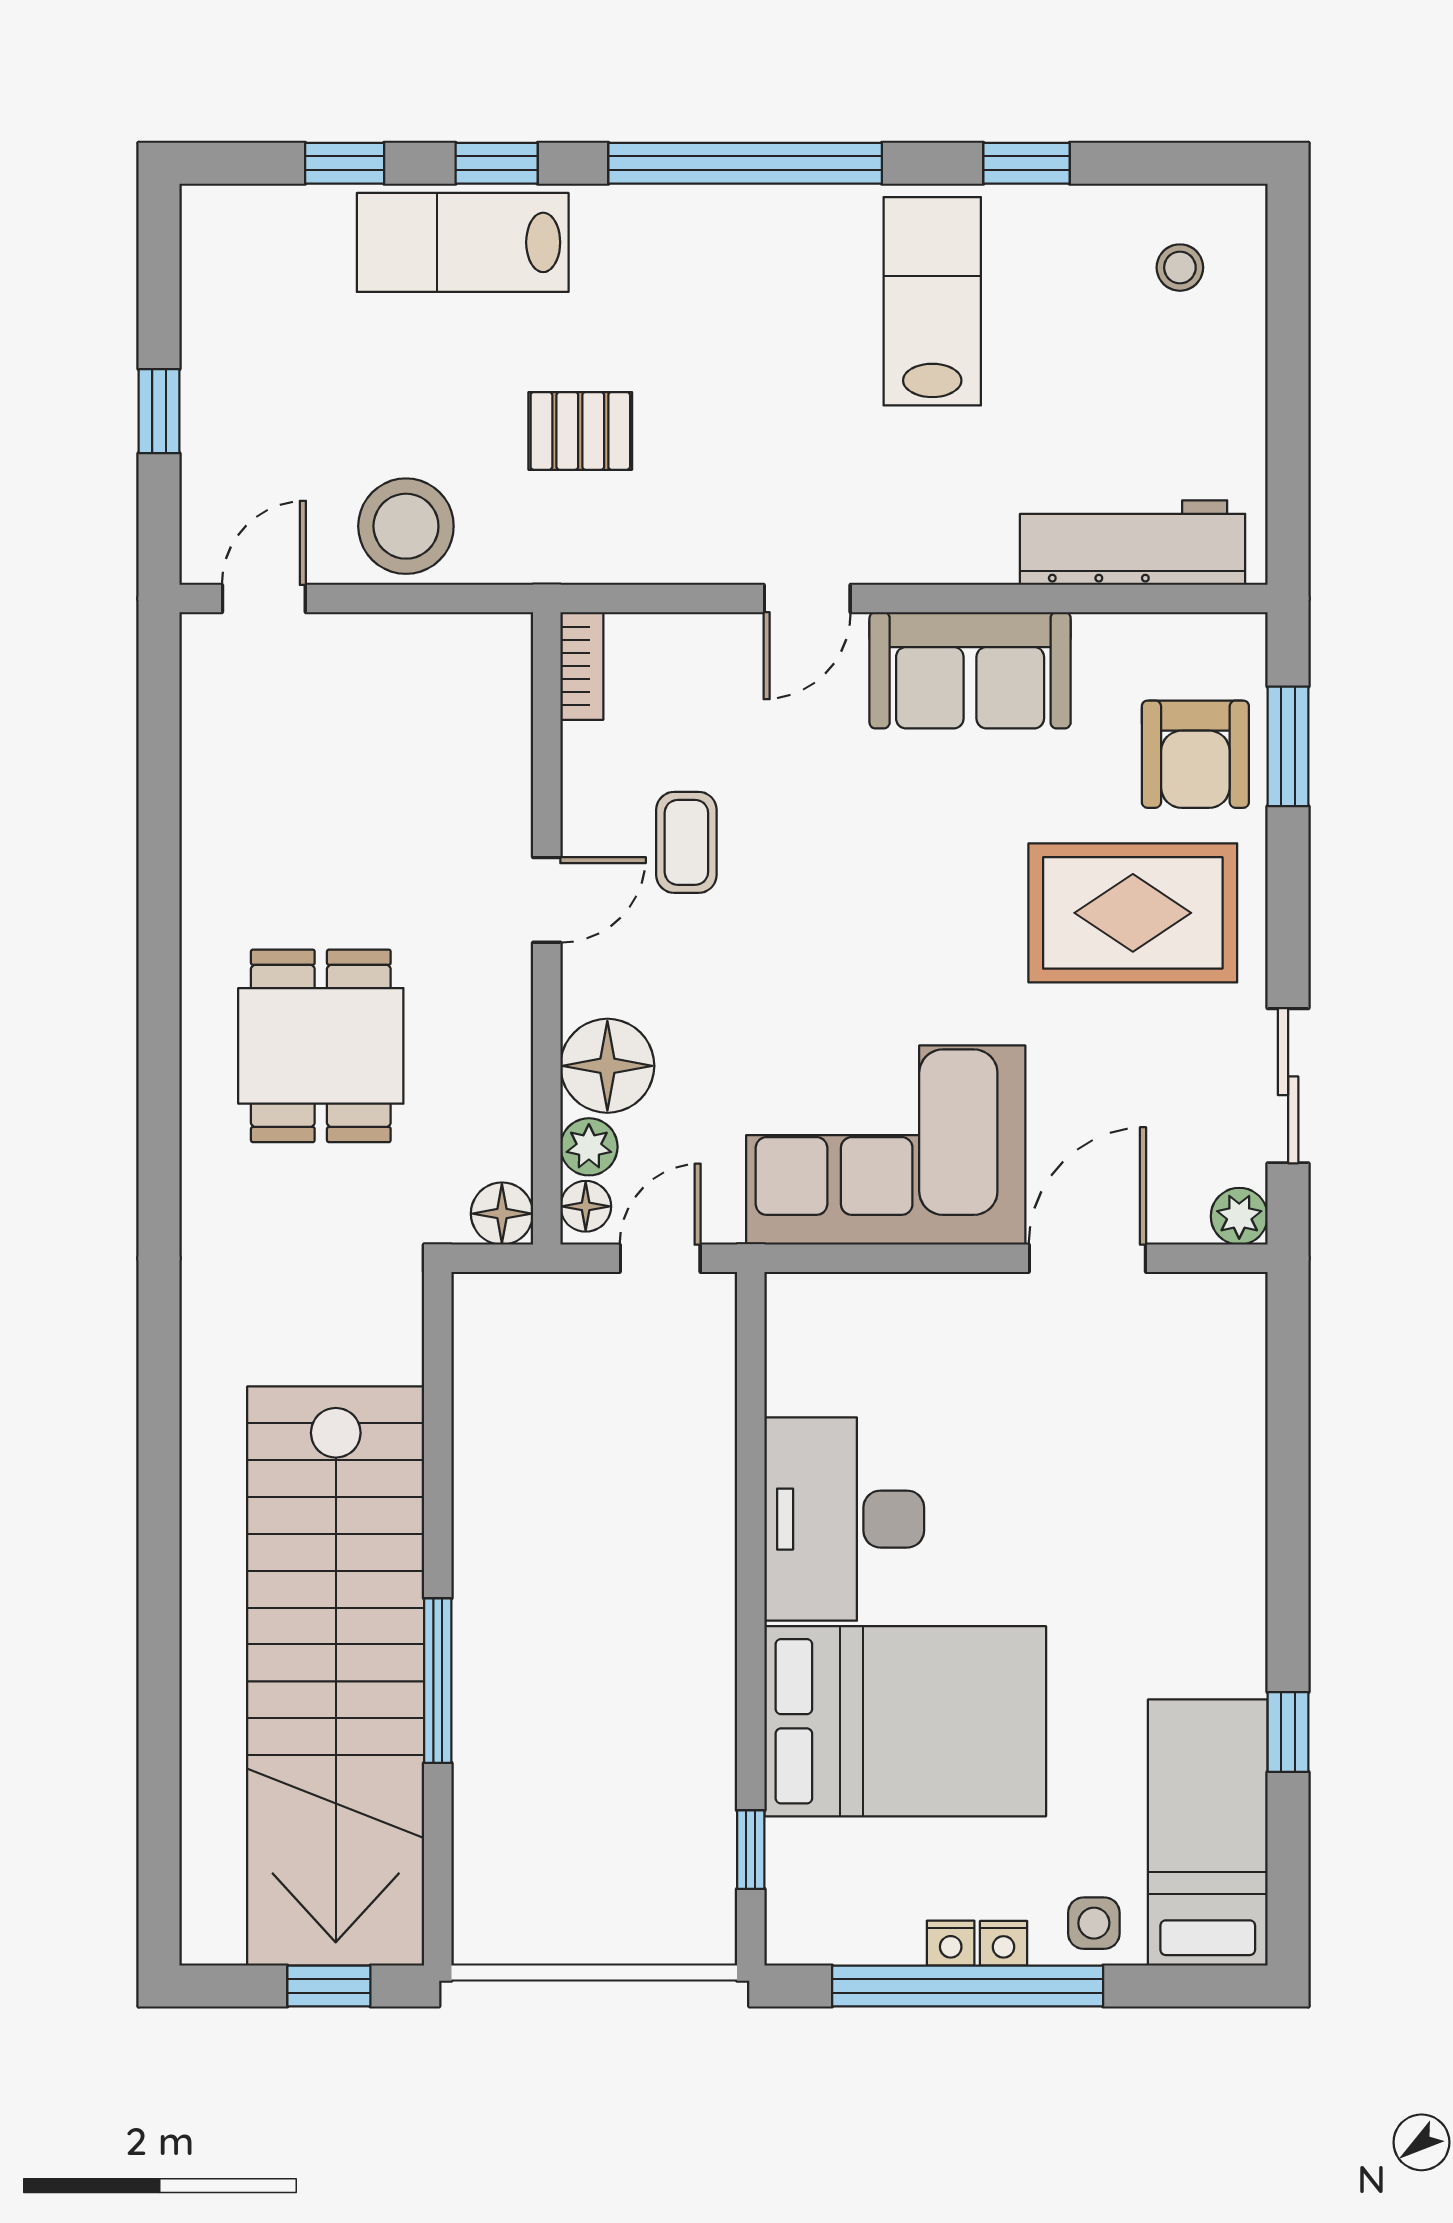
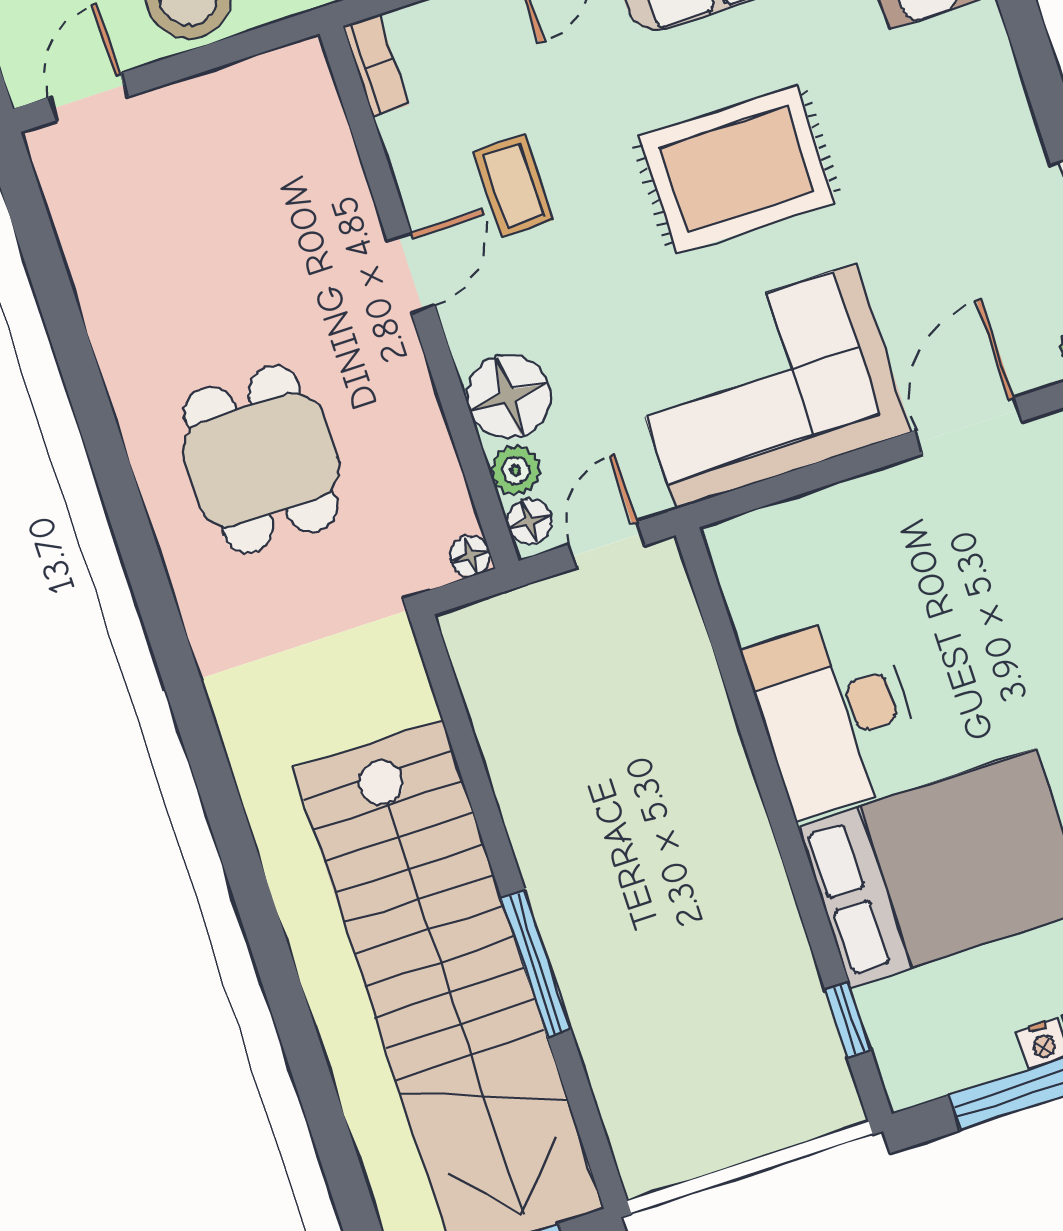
rug: (1133, 913) -> (737, 169), moved
floor lamp: (502, 1214) -> (470, 556), width x0.73, depth x0.73

